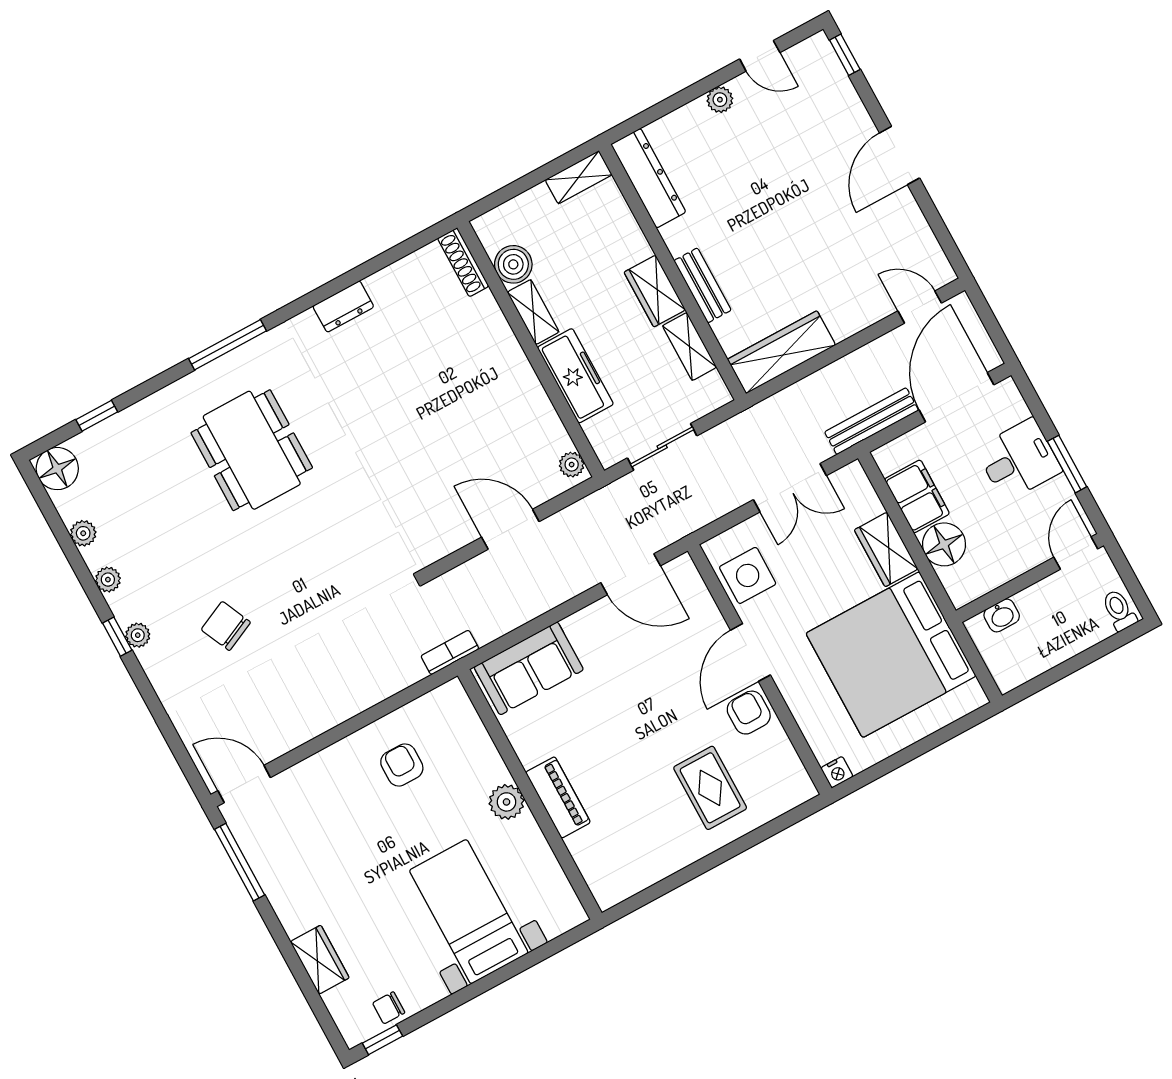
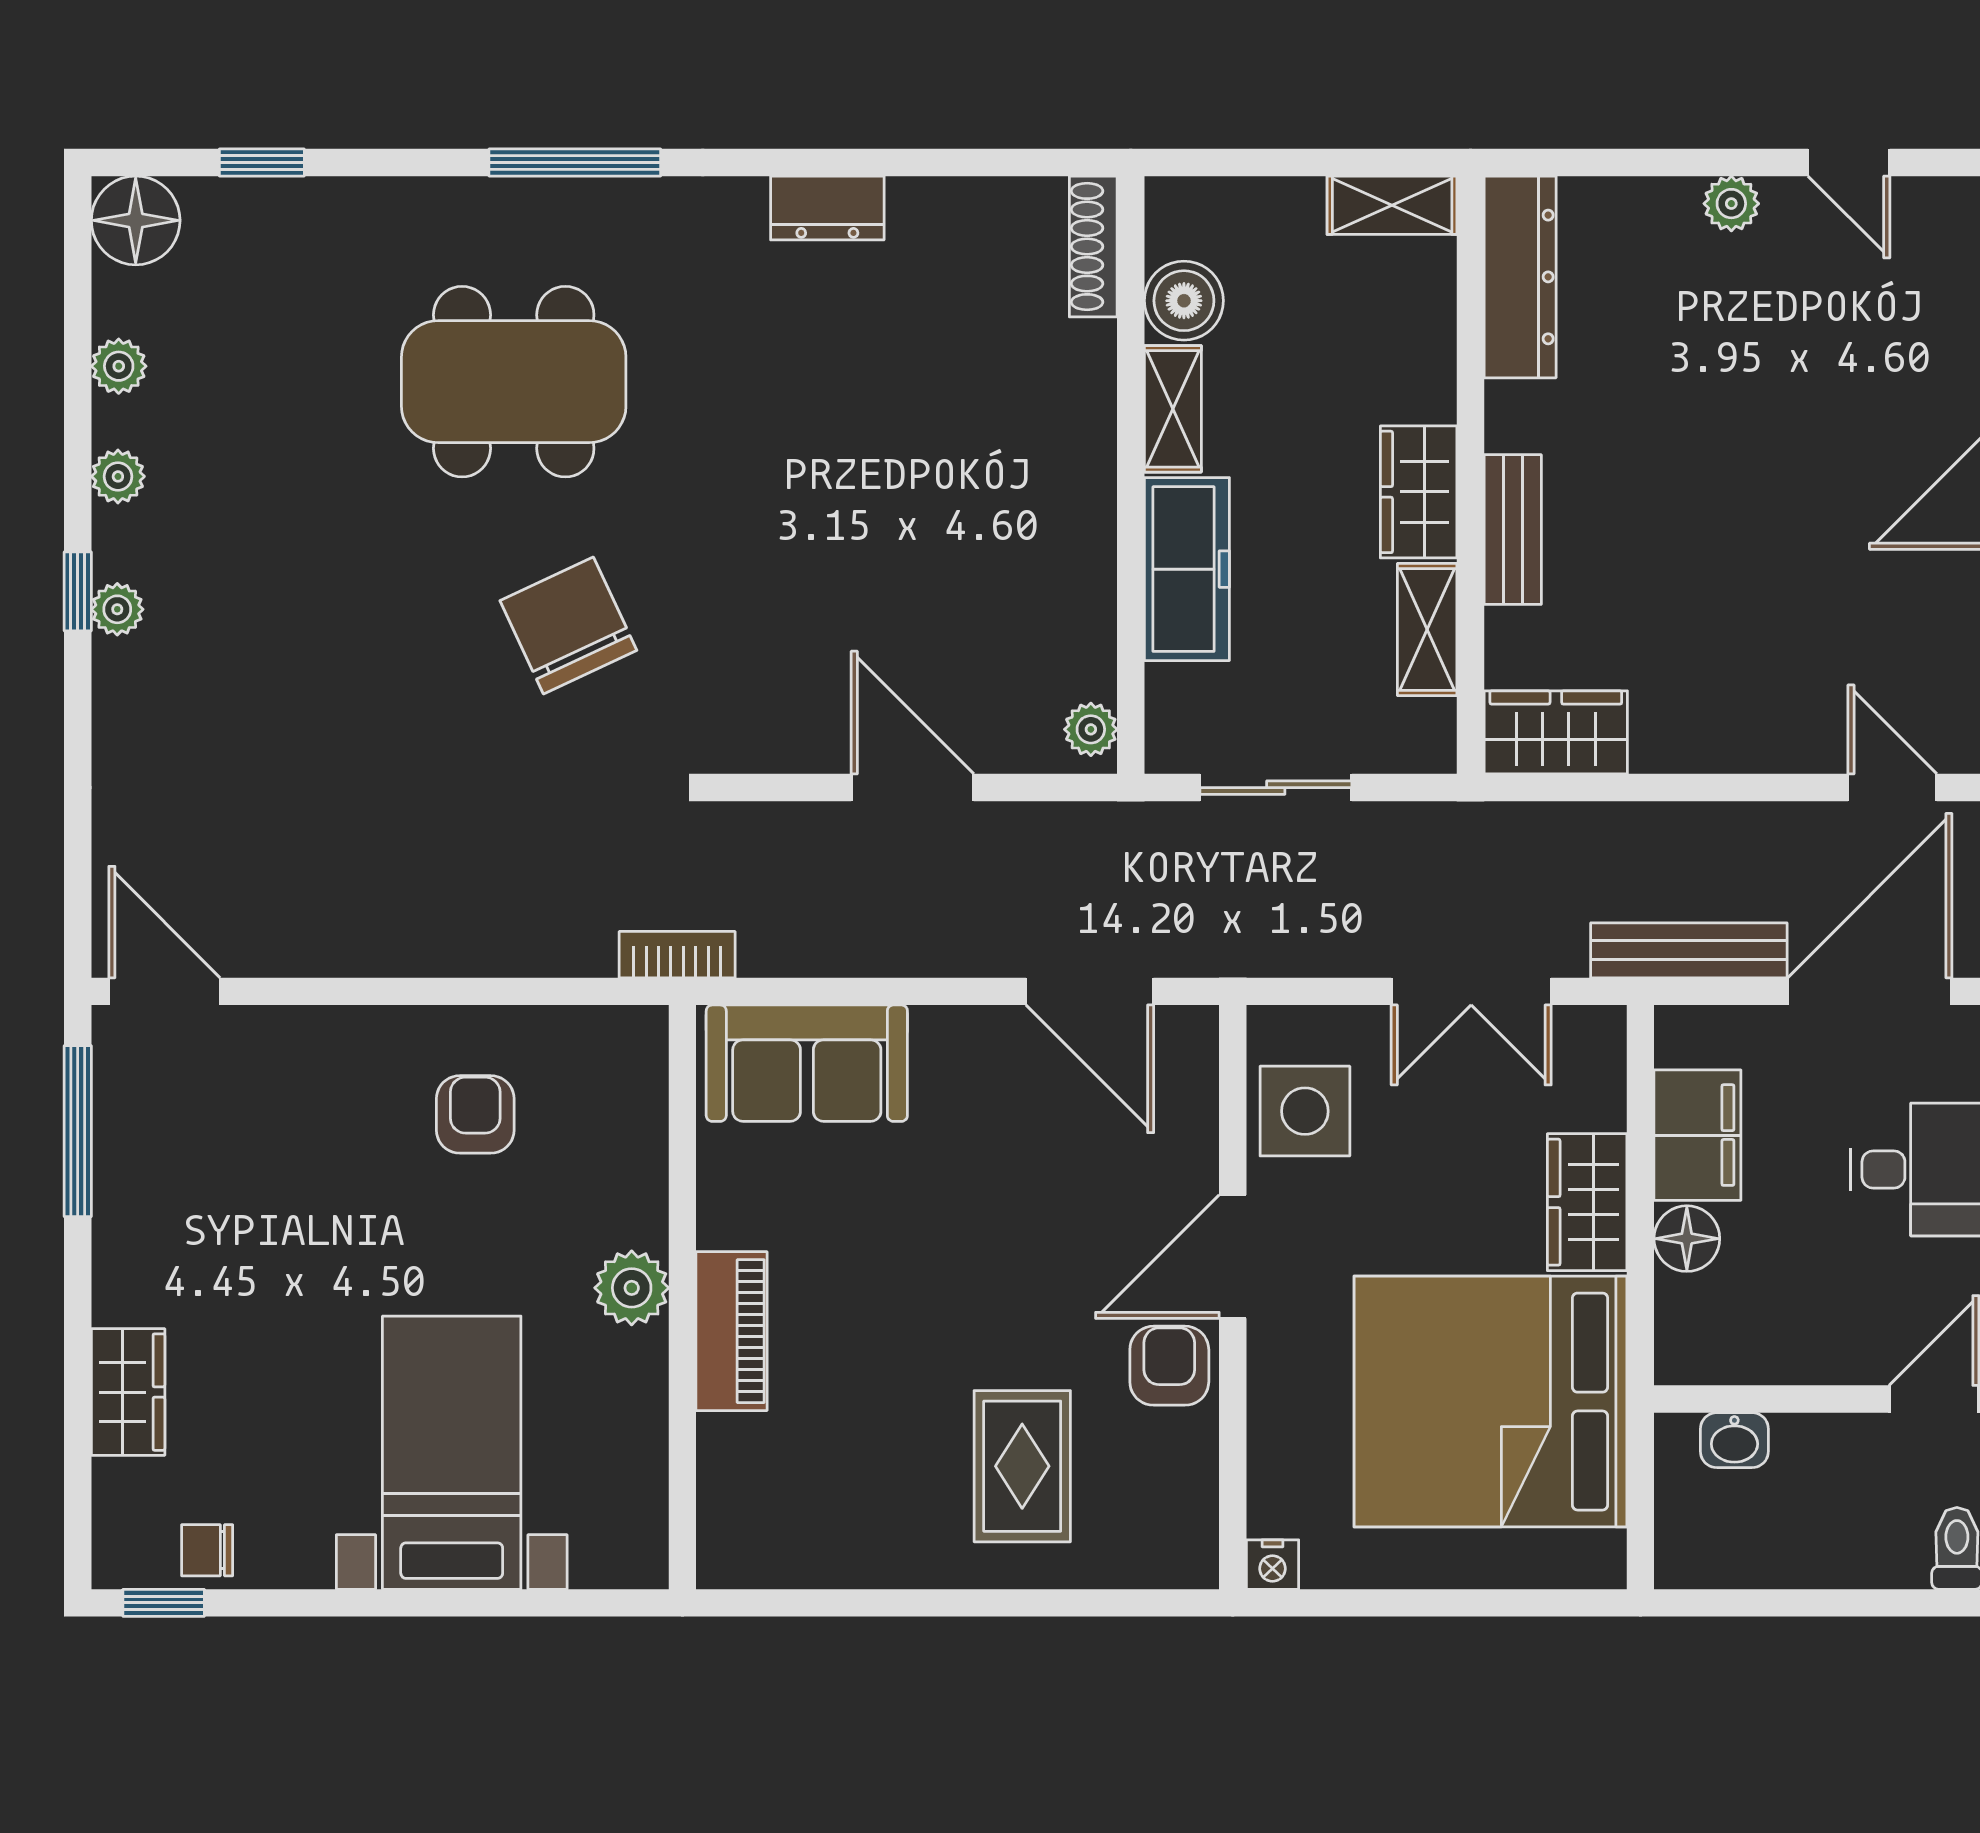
wardrobe: (782, 352) -> (1556, 732), width x0.67
dining table: (252, 450) -> (514, 382), turned 90
floor lamp: (944, 544) -> (1687, 1239), width x0.73, depth x0.73
chair: (226, 626) -> (568, 625), moved, width x1.37, depth x1.37

